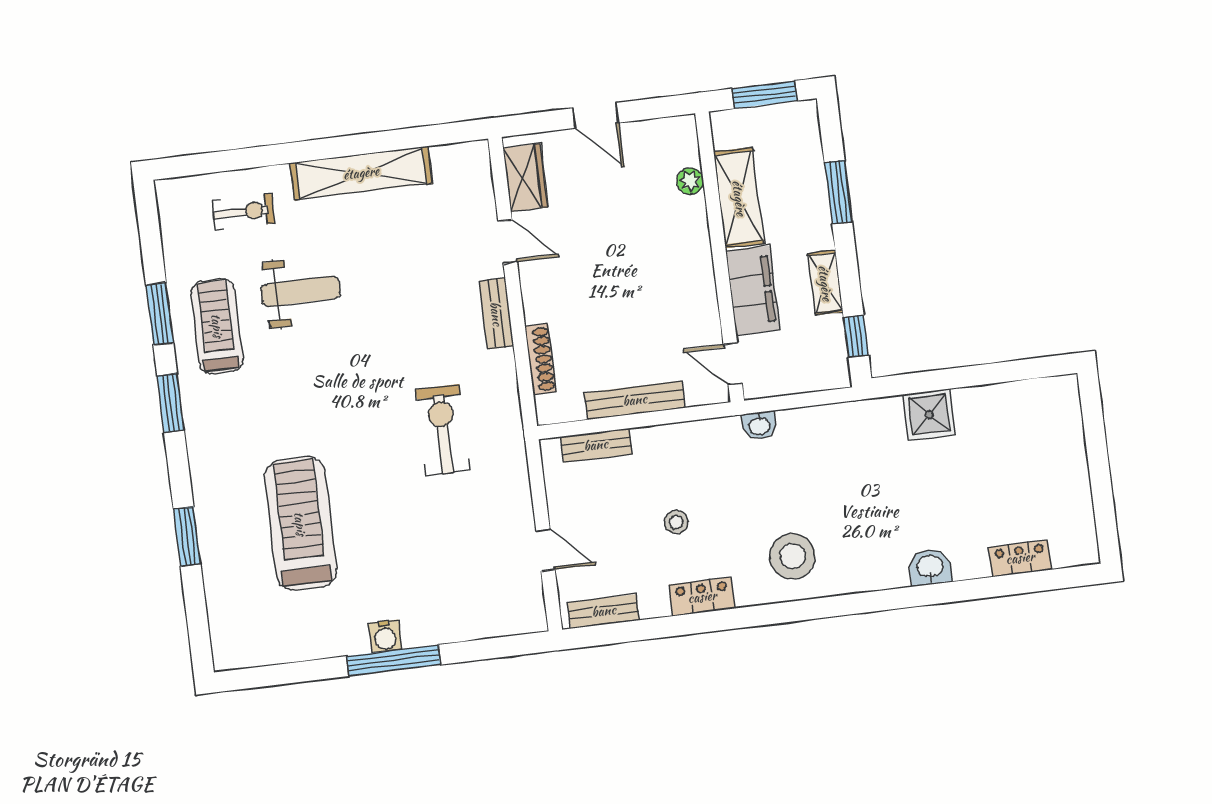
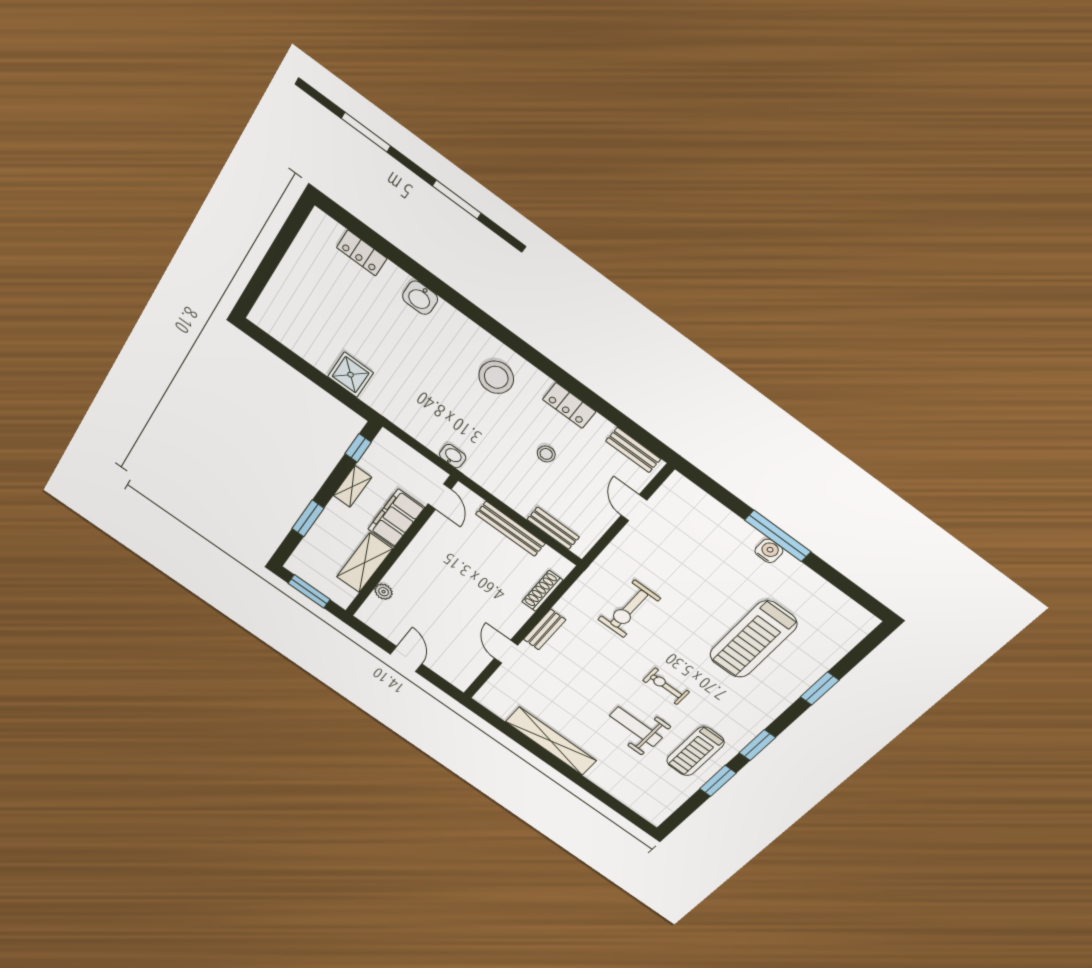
wardrobe: (525, 178) -> (469, 667), removed
exercise bike: (244, 212) -> (666, 686), moved

